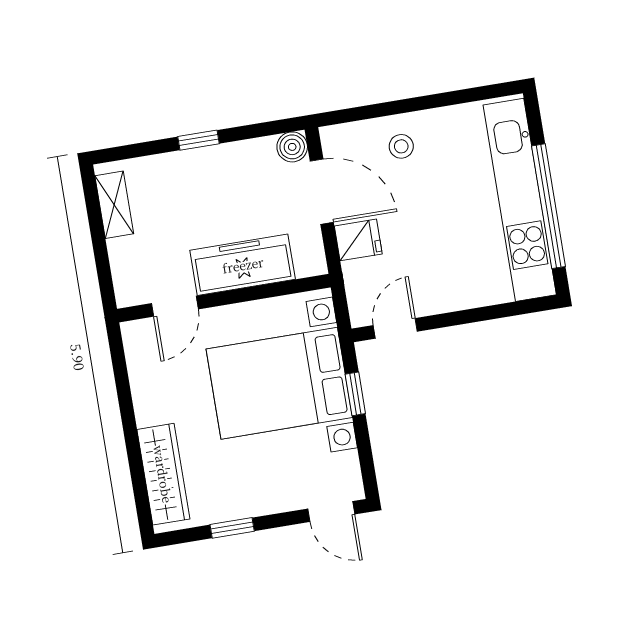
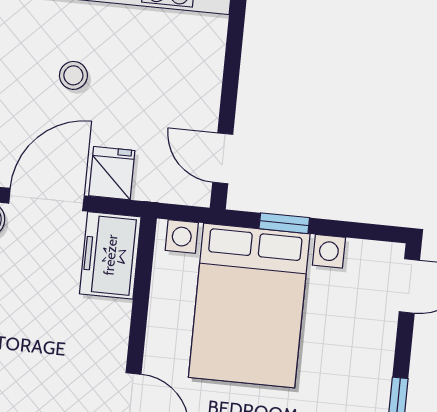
stool: (401, 146) -> (73, 75), moved
freezer: (243, 265) -> (110, 255), moved, width x0.71

